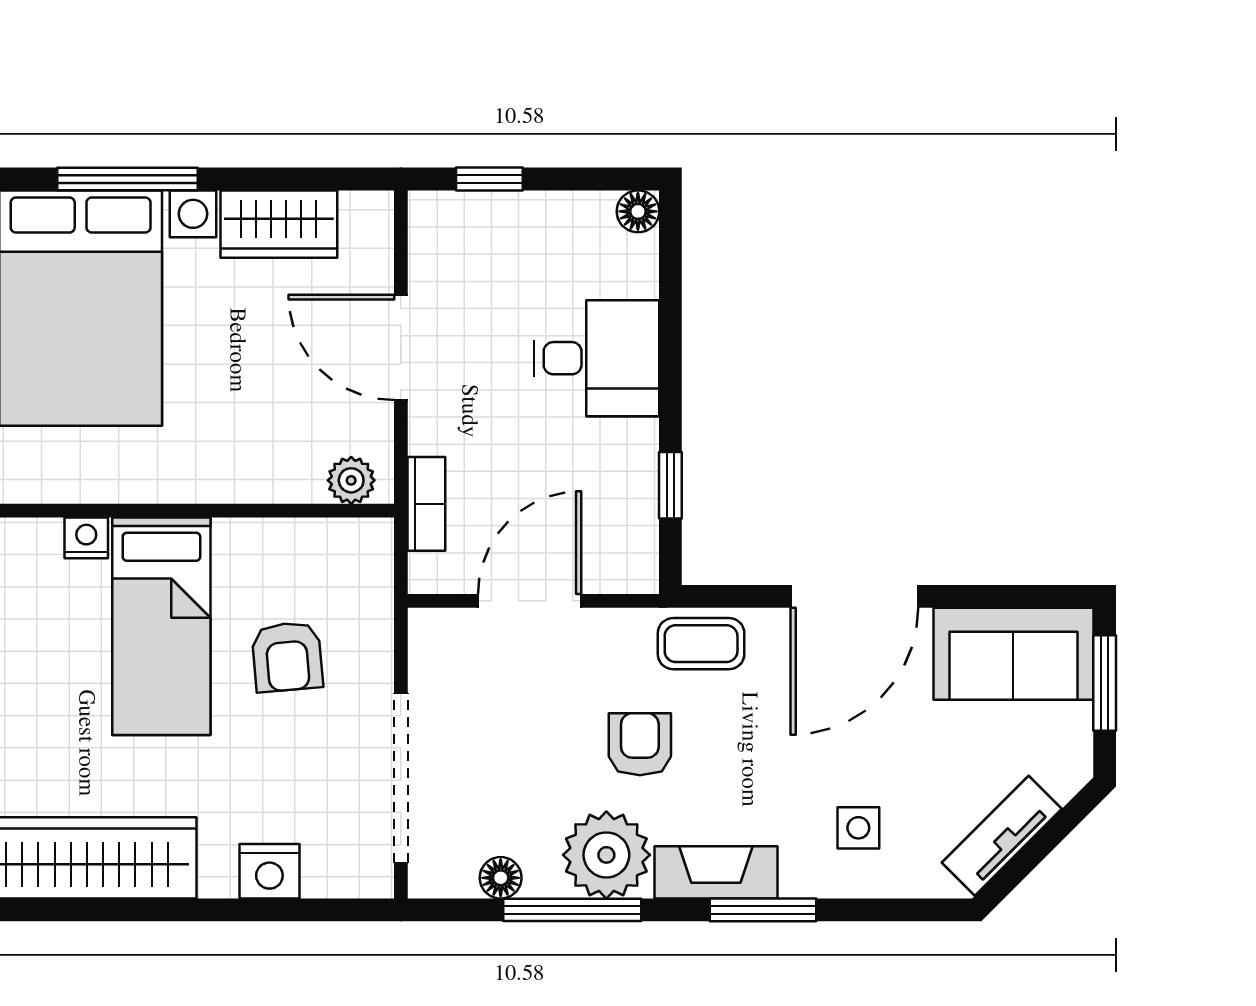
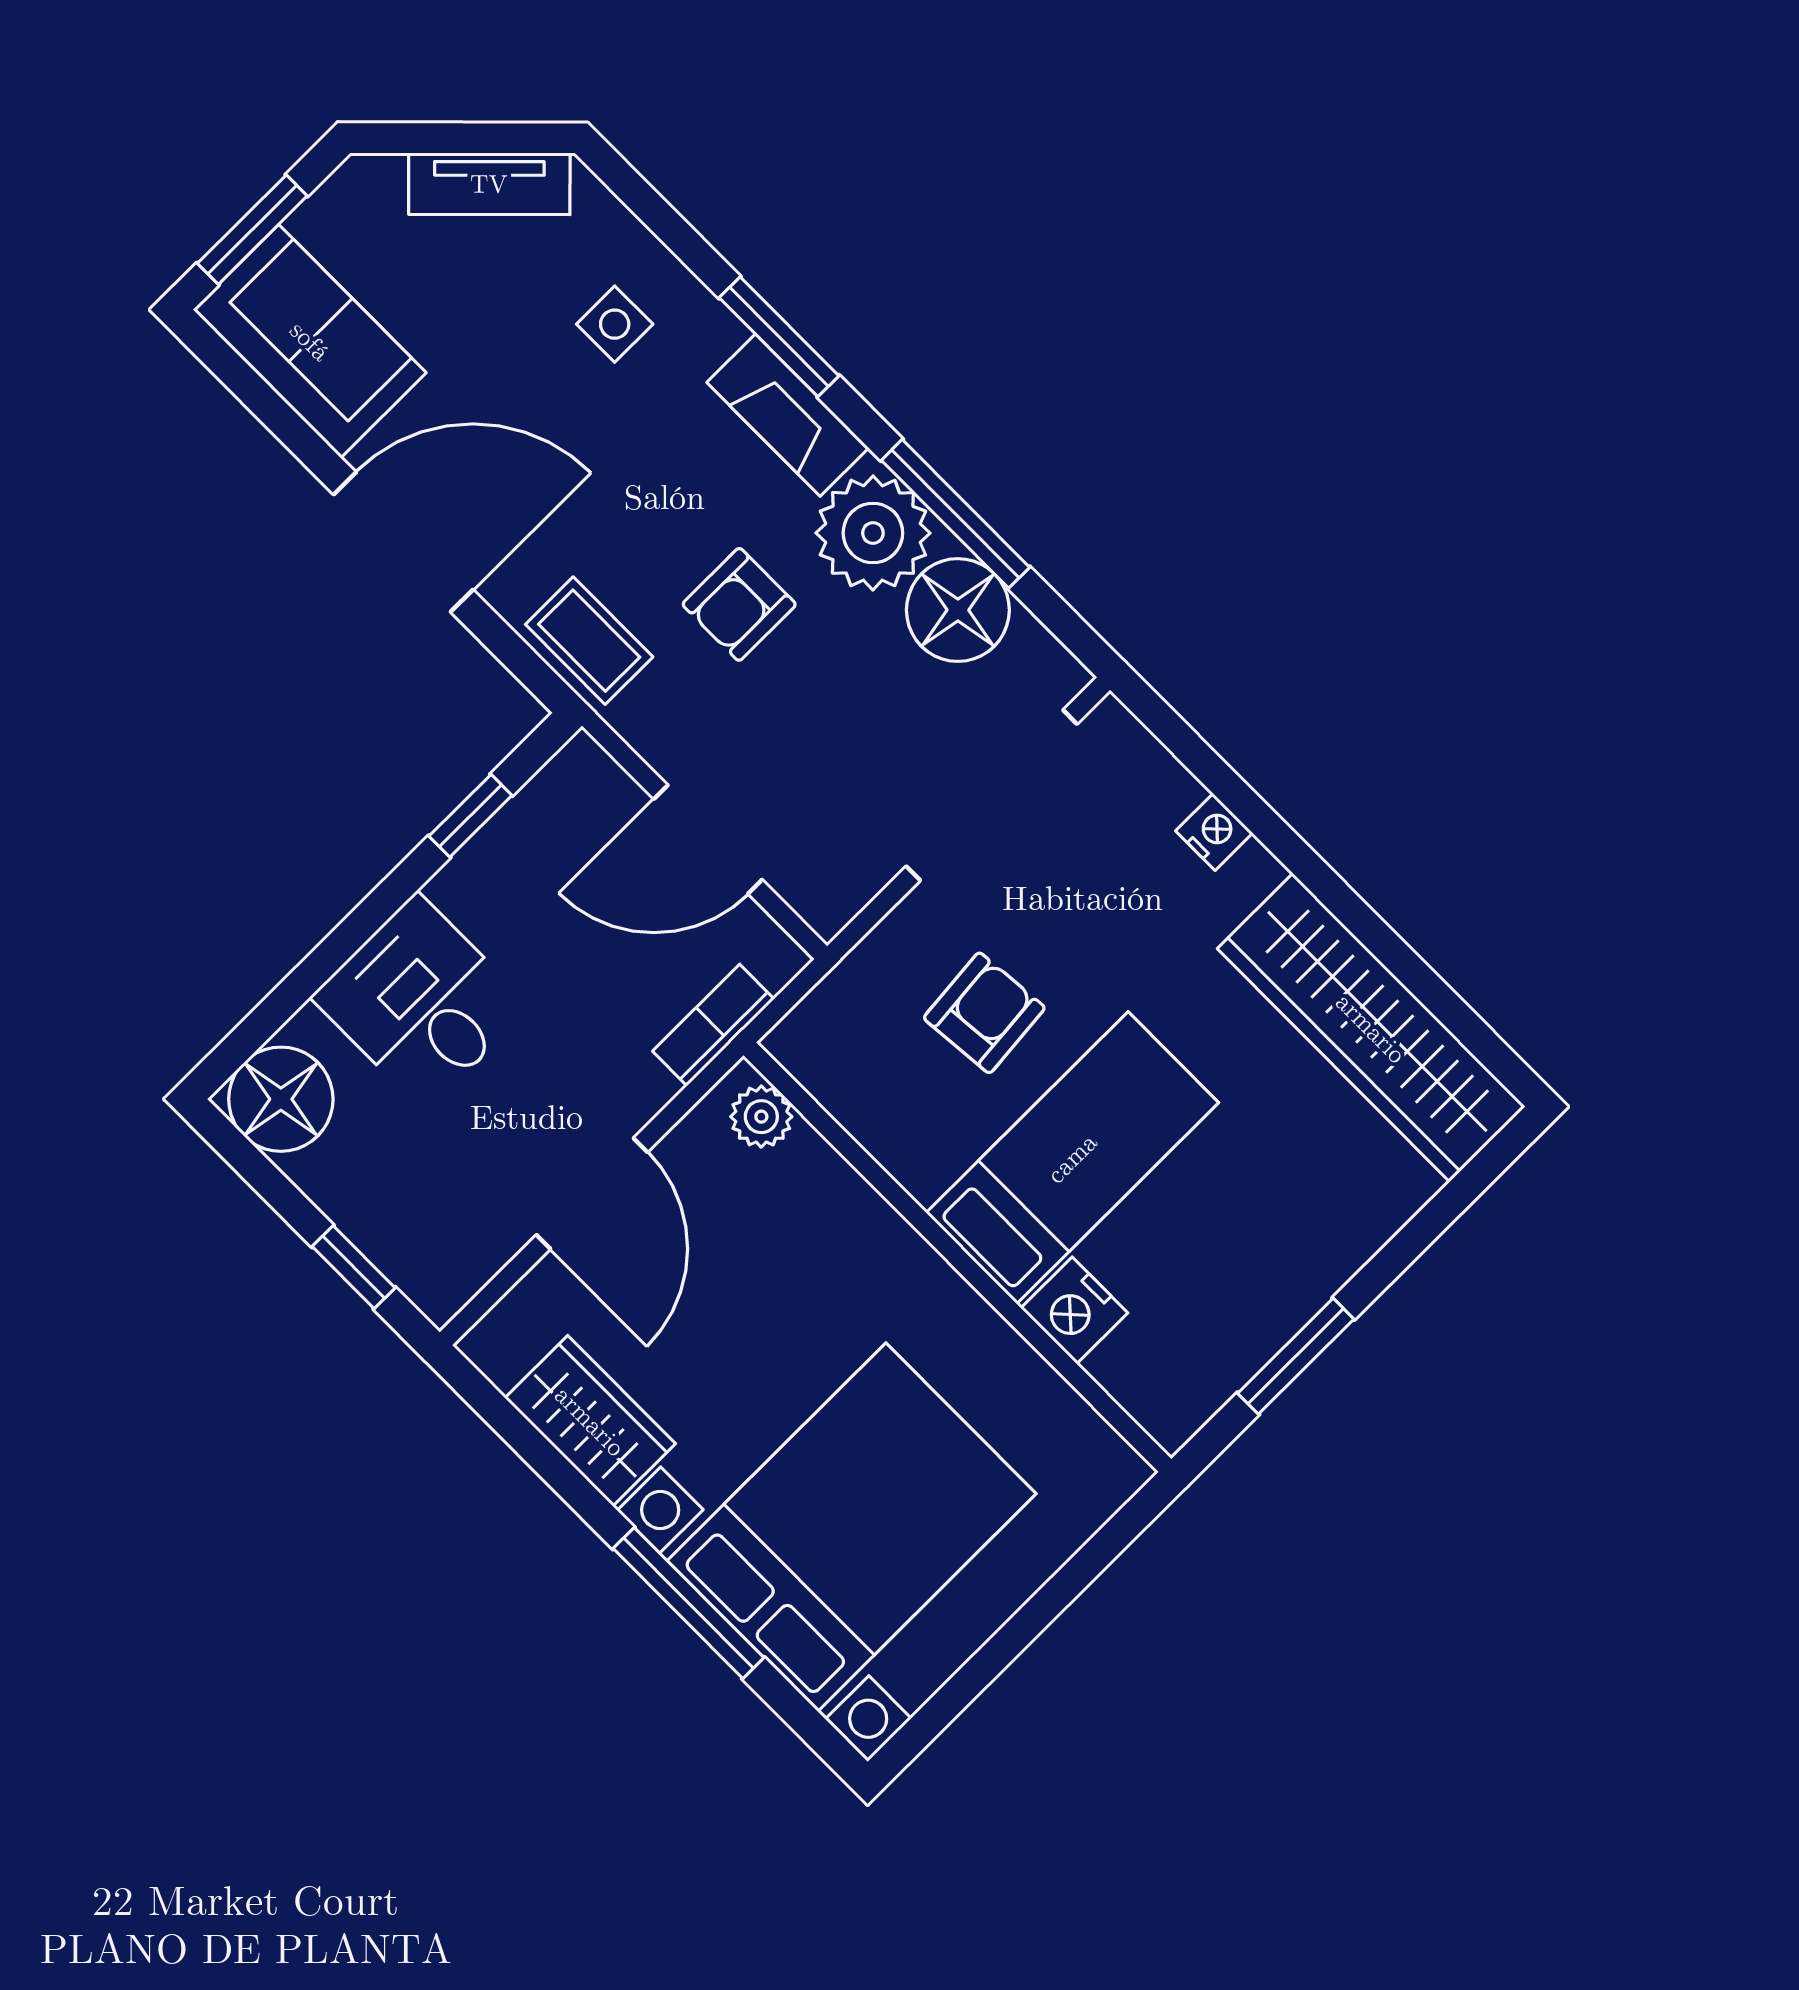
floor lamp: (638, 211) -> (281, 1099), width x1.89, depth x1.89
nightstand: (86, 538) -> (1074, 1310), width x1.39, depth x1.35
nightstand: (269, 871) -> (1214, 832), width x0.72, depth x0.74
floor lamp: (501, 878) -> (958, 610), width x1.89, depth x1.89

